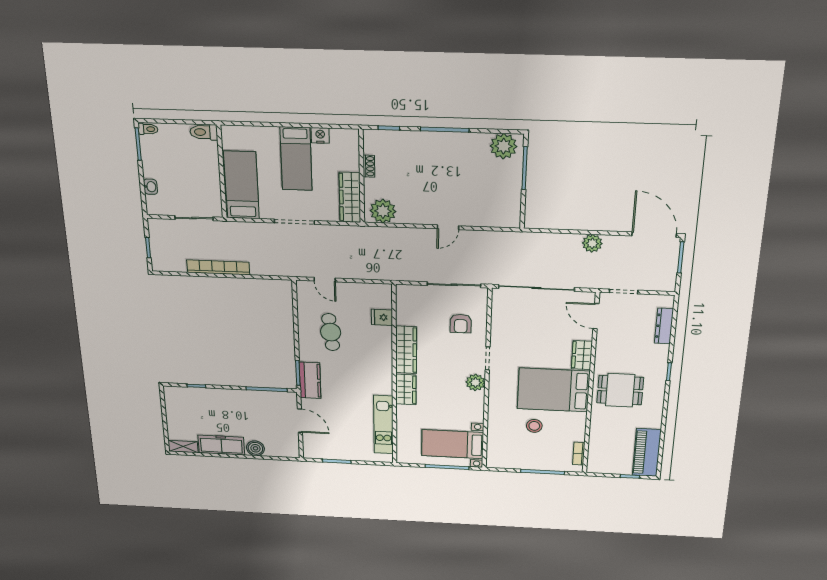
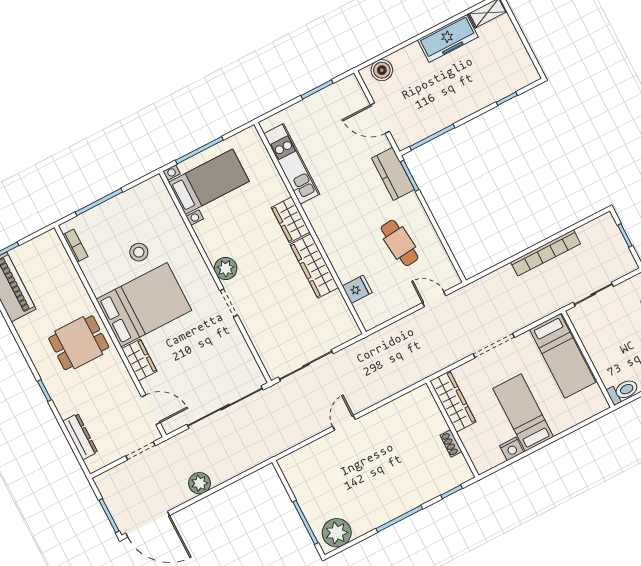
plant: (383, 211) -> (414, 405), removed
armchair: (461, 324) -> (276, 327), removed
boiler: (255, 448) -> (382, 70), moved

